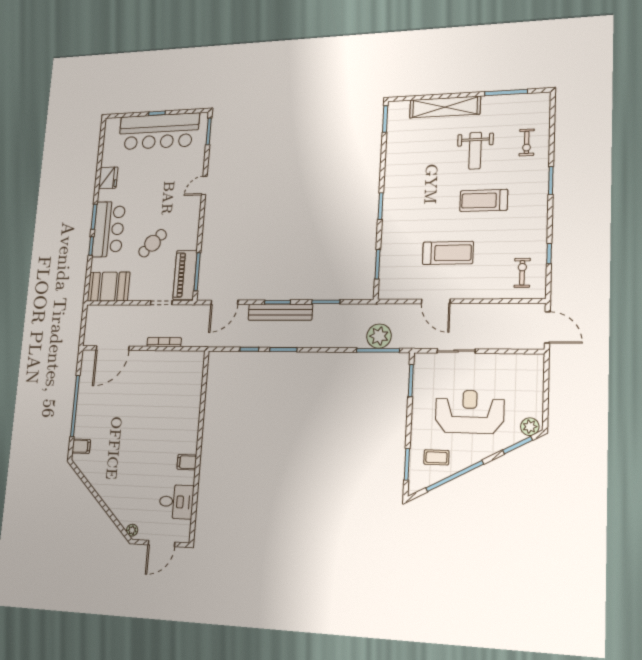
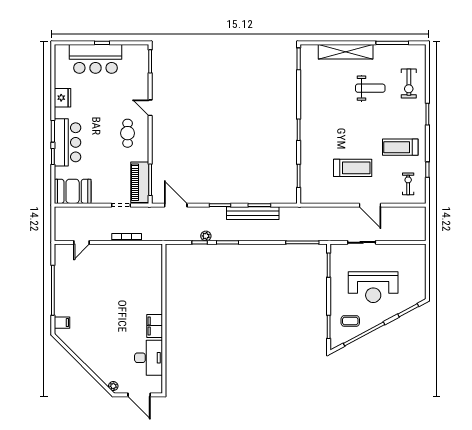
bar counter: (159, 131) -> (96, 59), width x0.73
exercise bike: (527, 142) -> (409, 84), width x1.38, depth x1.39
weight bench: (475, 151) -> (370, 88), turned -90
door: (204, 186) -> (150, 108), hinge flipped
treadmill: (484, 200) -> (400, 147), moved
cafe table: (153, 243) -> (128, 133), moved, turned -45
door: (436, 301) -> (370, 205), moved
door: (224, 302) -> (176, 205), swing flipped
bench: (280, 312) -> (253, 213), moved
door: (547, 327) -> (427, 225), removed
plant: (379, 336) -> (206, 236), moved, width x0.53, depth x0.53
door: (113, 348) -> (82, 242), width x0.53
reception desk: (470, 412) -> (373, 287), turned 180
plant: (530, 427) -> (417, 297), removed
filing cabinet: (187, 462) -> (155, 326), width x2.00
desk: (176, 502) -> (149, 358), width x1.37
door: (161, 543) -> (139, 395), hinge flipped

